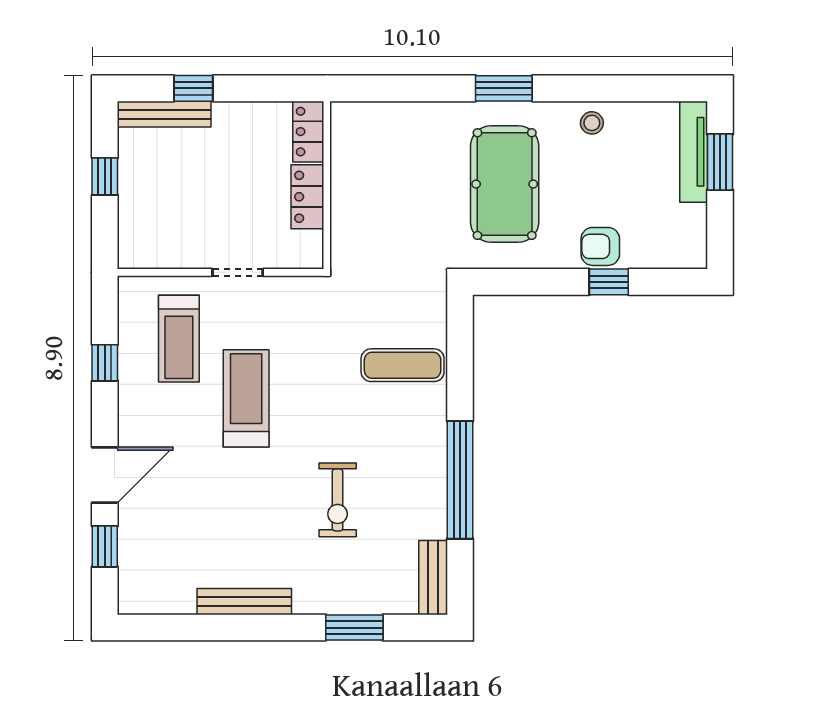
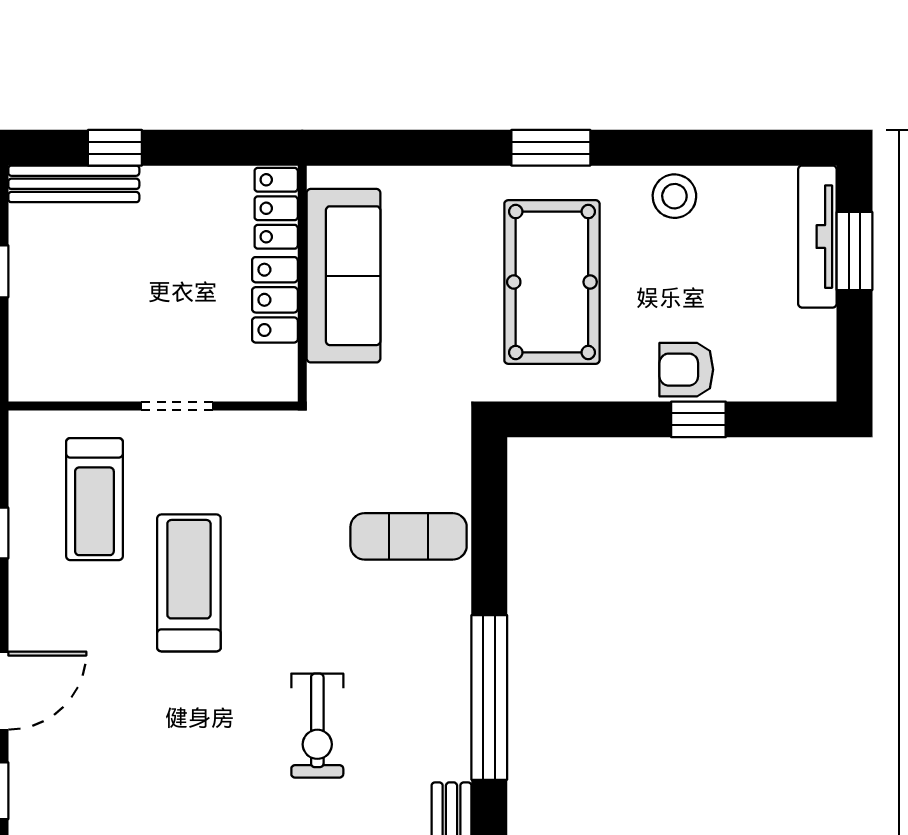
stool: (592, 123) -> (674, 196), width x1.37, depth x1.37
sofa: (356, 180) -> (344, 276), added

